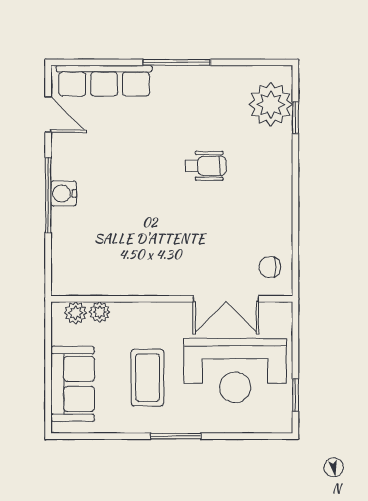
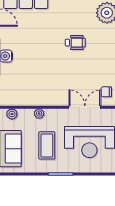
double door: (226, 299) -> (85, 107), swing flipped
plant: (100, 312) -> (39, 114), moved

